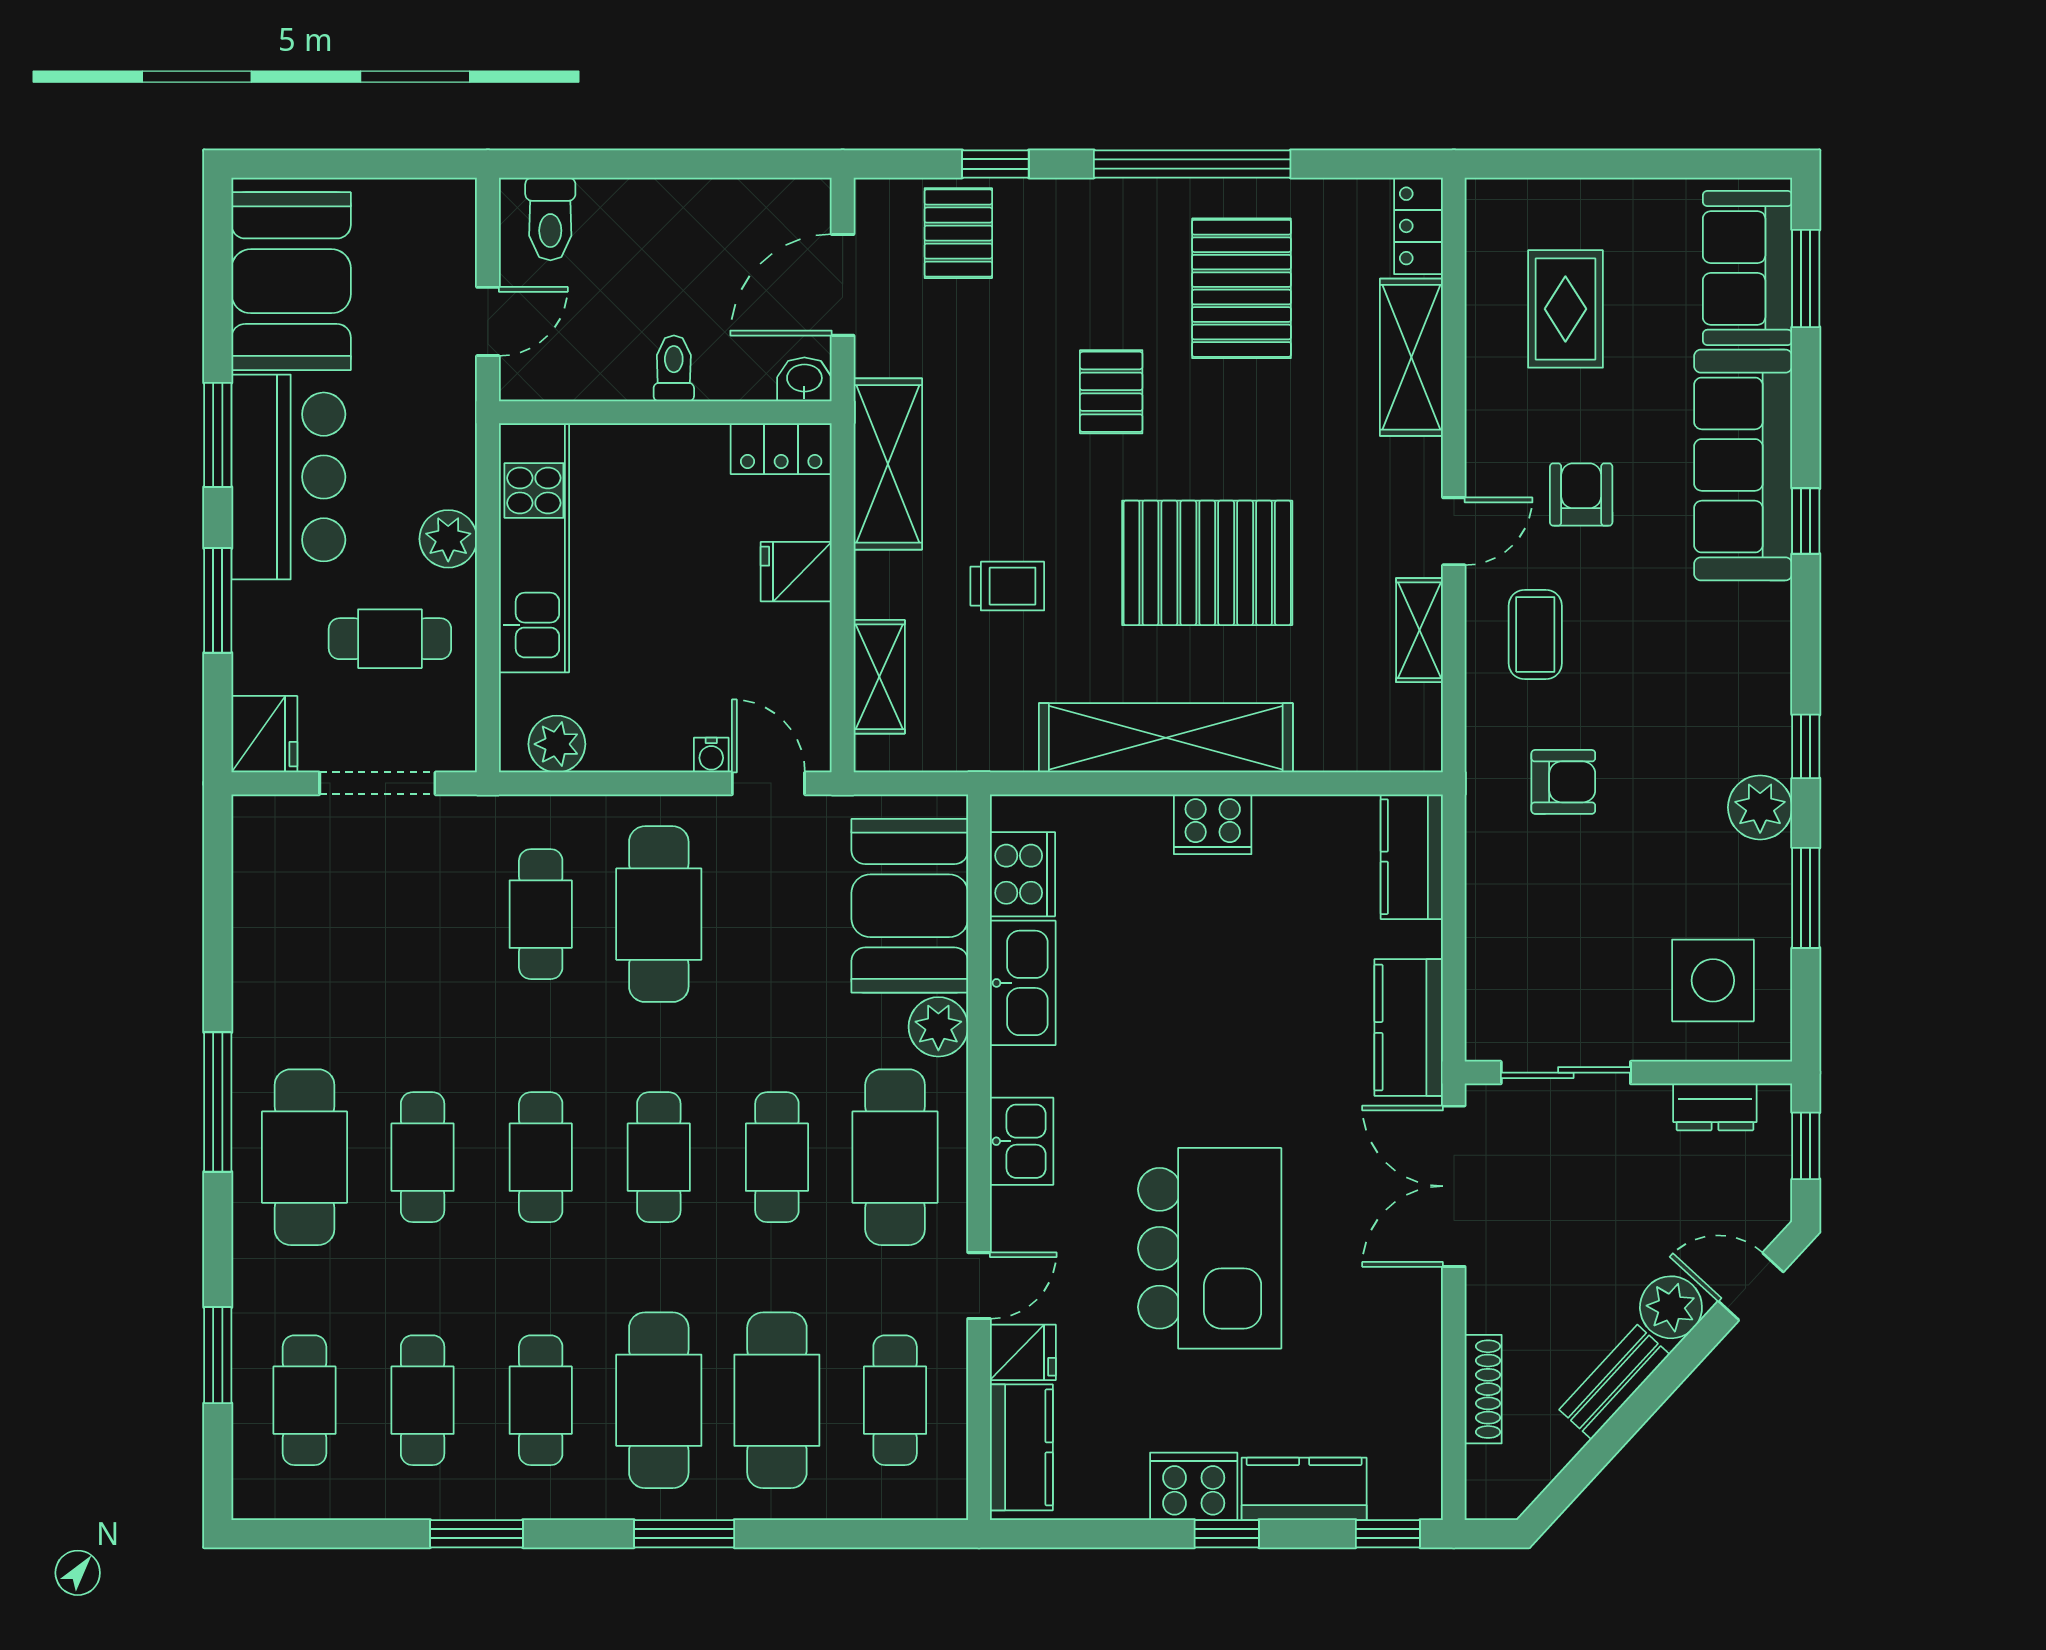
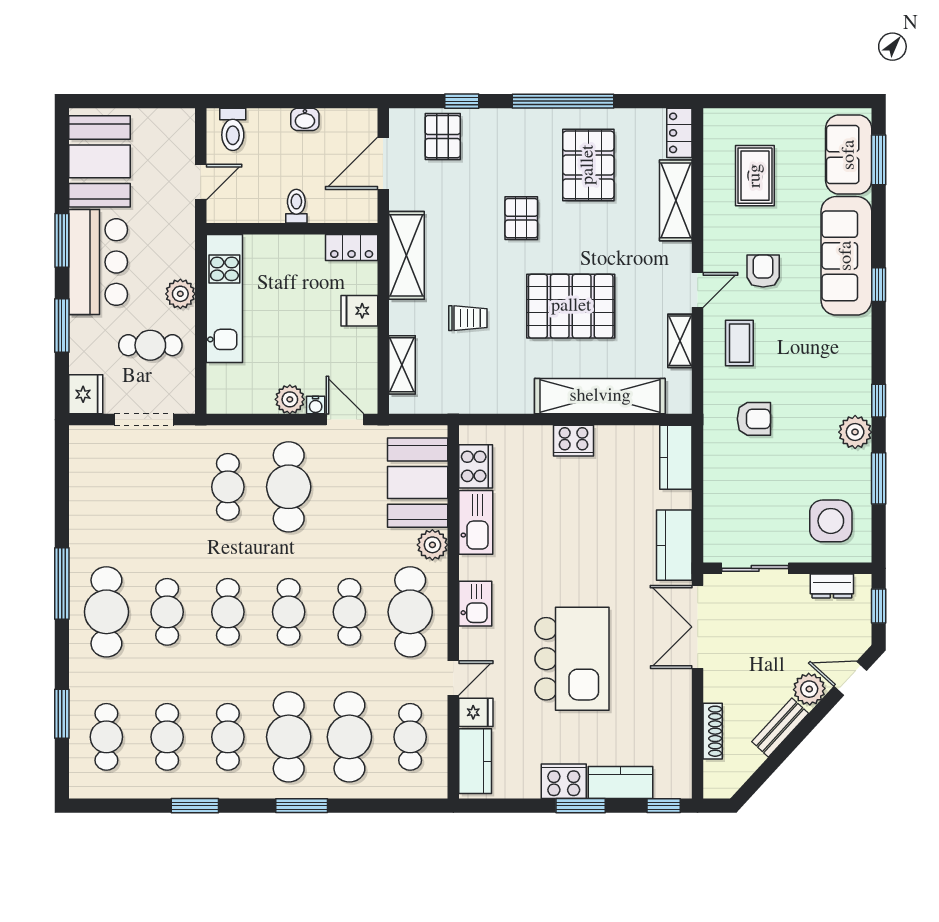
washbasin: (804, 379) -> (305, 119), moved, turned 180
shelving: (1166, 738) -> (600, 396), moved
plant: (557, 744) -> (290, 399), moved
window: (1227, 1534) -> (581, 806), width x1.50

